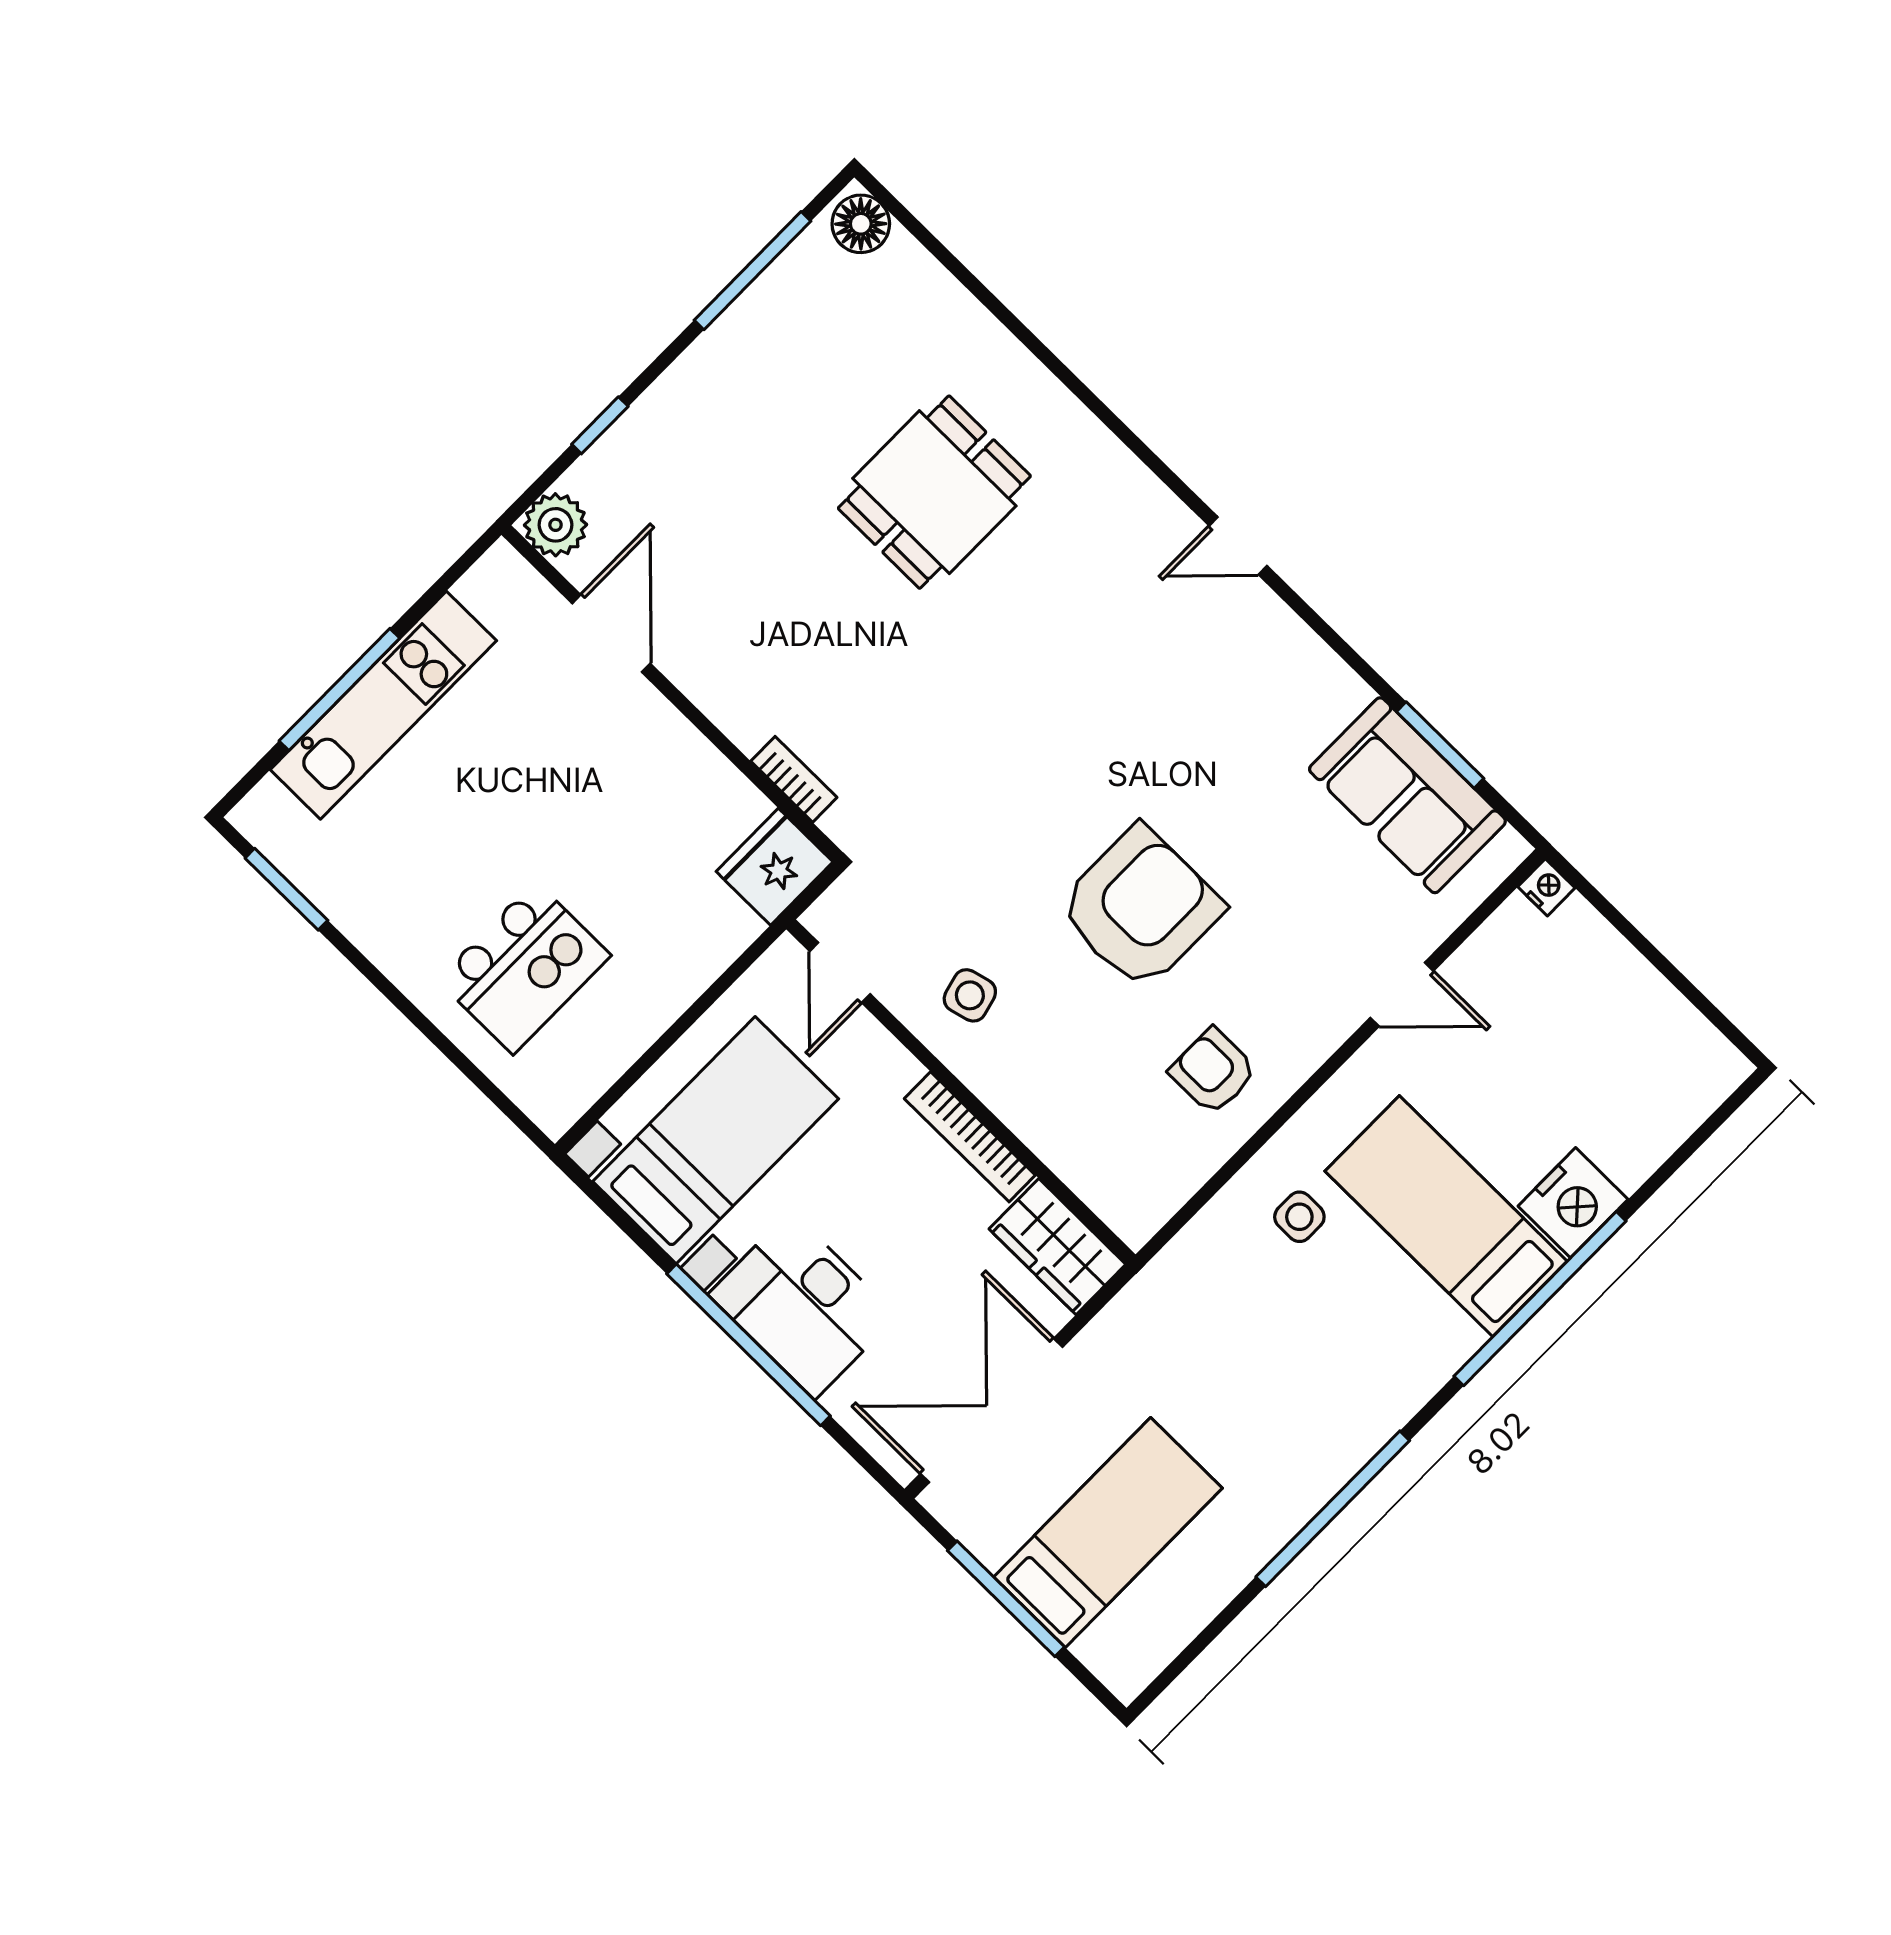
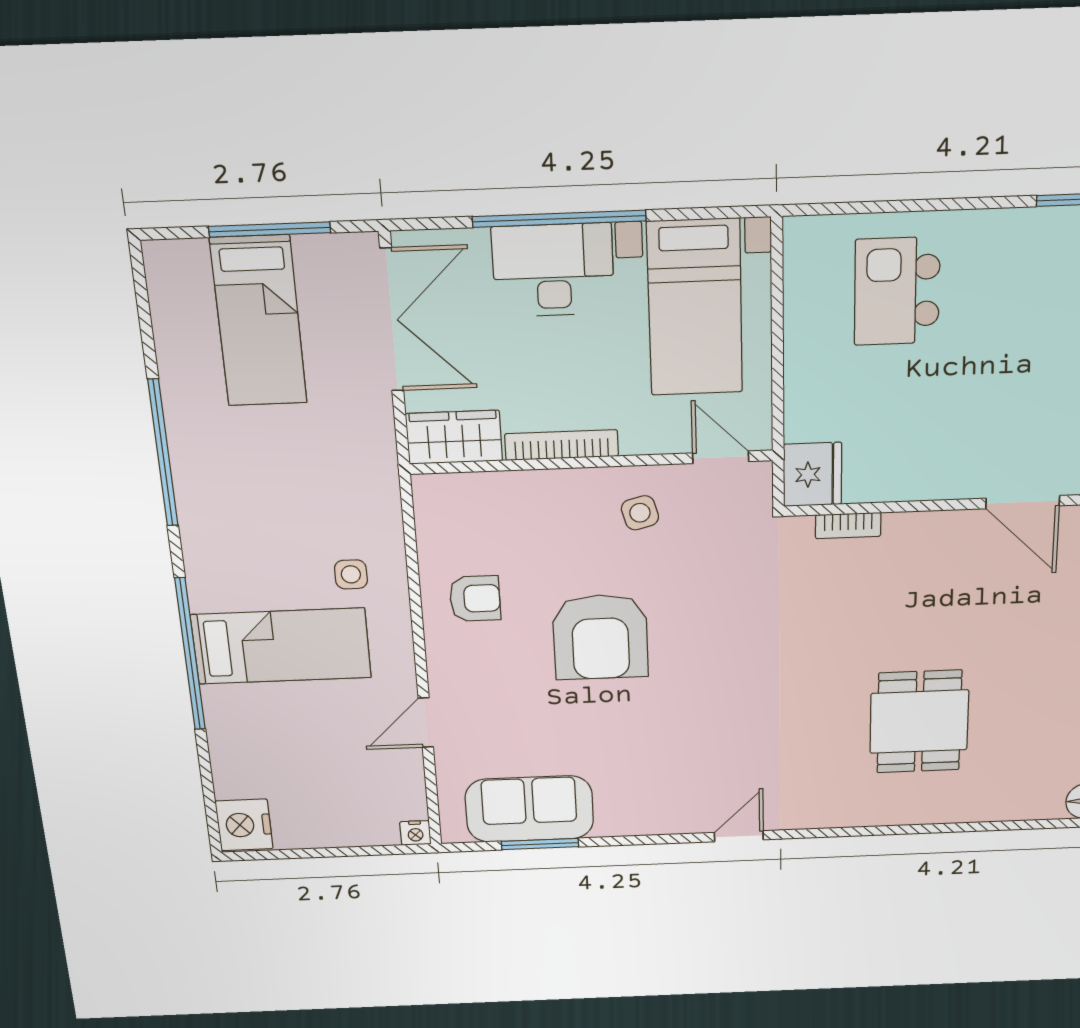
nightstand: (1573, 1203) -> (244, 825), moved

